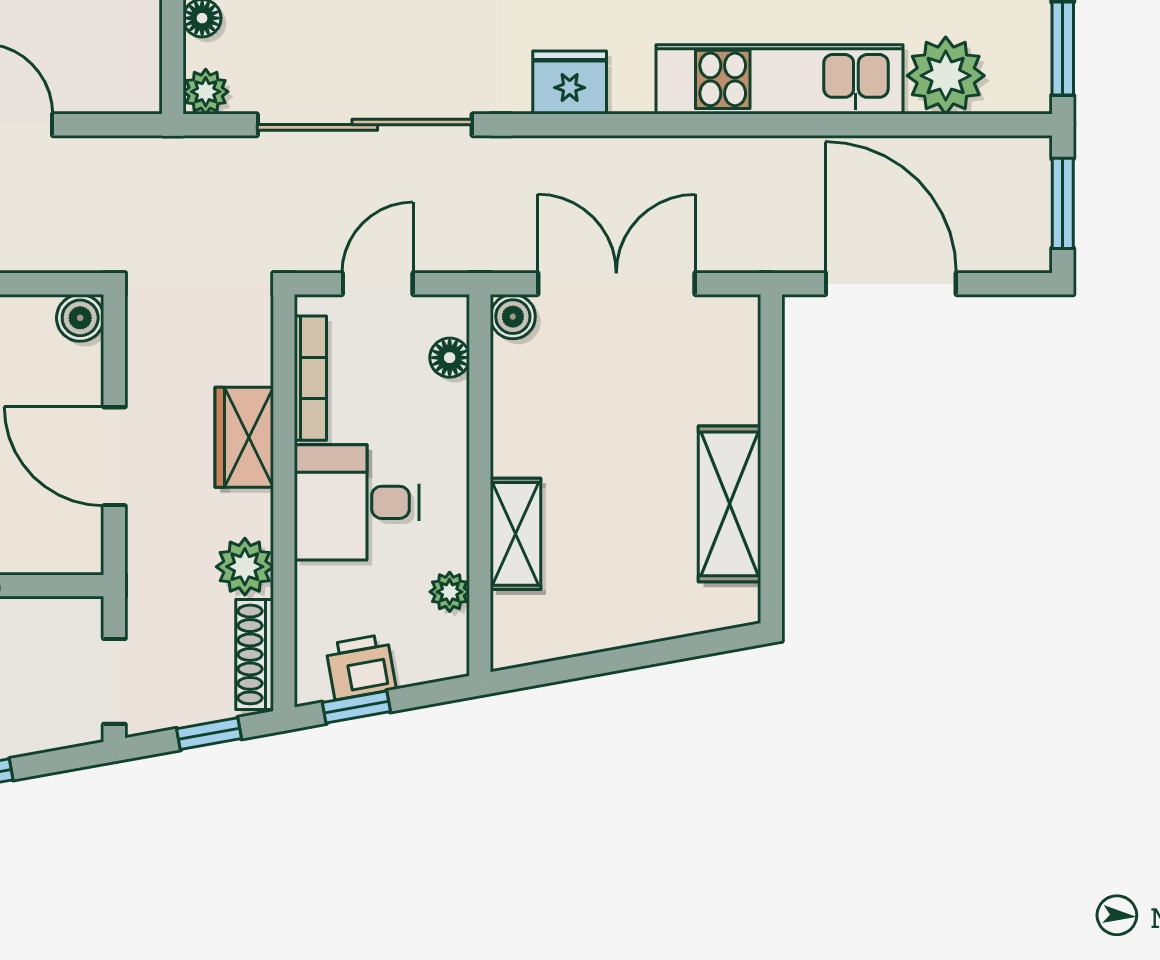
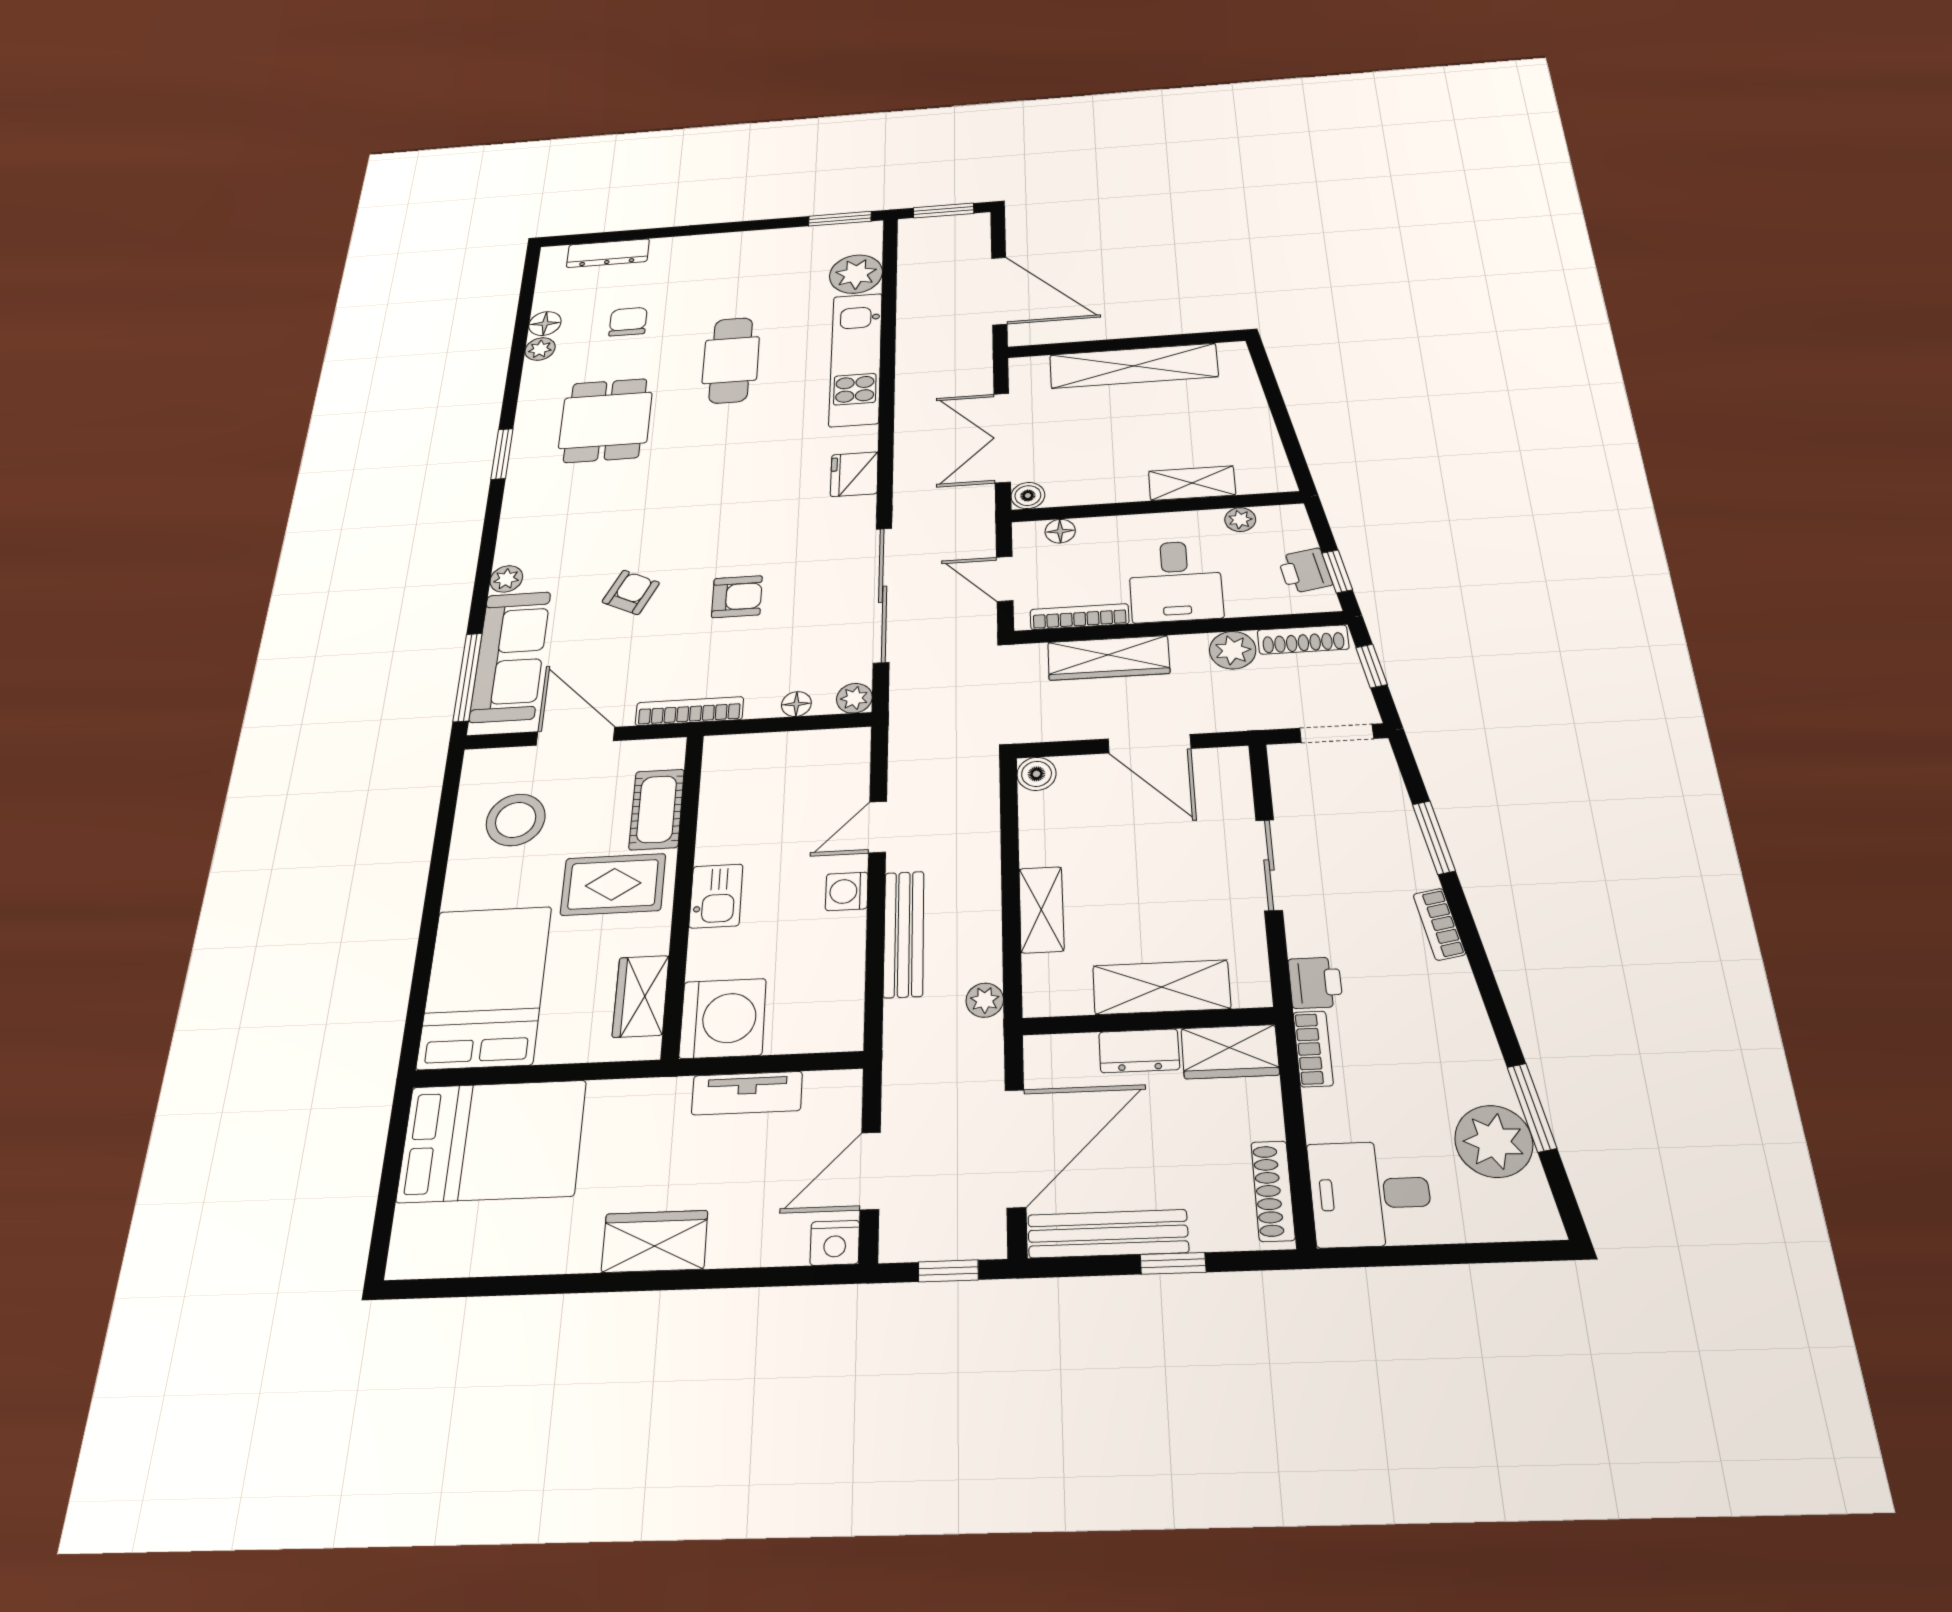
door: (891, 284) -> (999, 291), swing flipped
wardrobe: (244, 437) -> (1108, 658), width x1.50
door: (114, 456) -> (1149, 744), hinge flipped
shelving: (729, 504) -> (1134, 366), width x1.47

